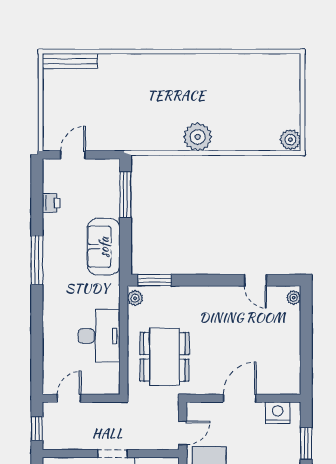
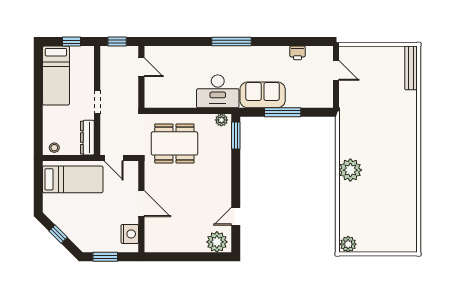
window: (125, 195) -> (283, 112), moved
window: (37, 260) -> (231, 42), moved
plant: (294, 298) -> (217, 242), width x1.87, depth x1.87
desk: (99, 336) -> (218, 91), moved

